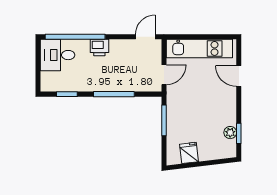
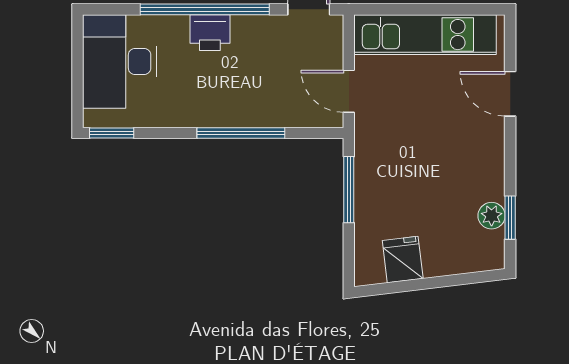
window: (75, 37) -> (205, 9), moved
desk: (58, 55) -> (120, 61), width x1.37
door: (164, 75) -> (349, 91), swing flipped
window: (67, 94) -> (112, 133), moved

